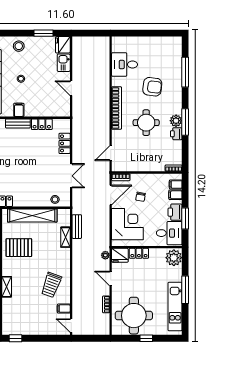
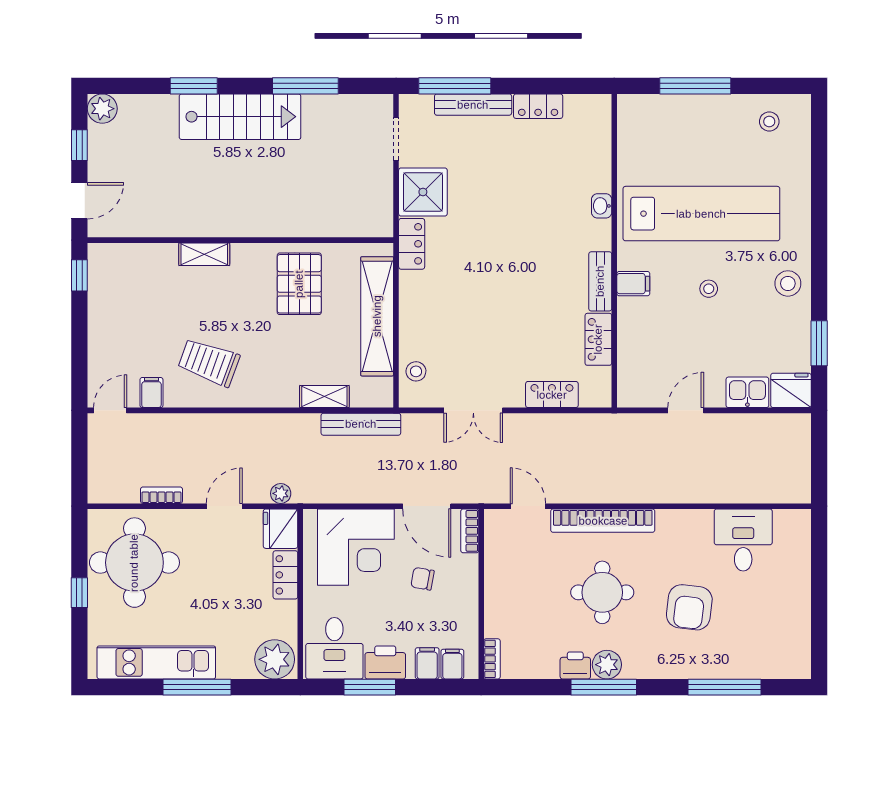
bookcase: (117, 108) -> (603, 521), moved
bench: (77, 227) -> (361, 424), width x1.36

